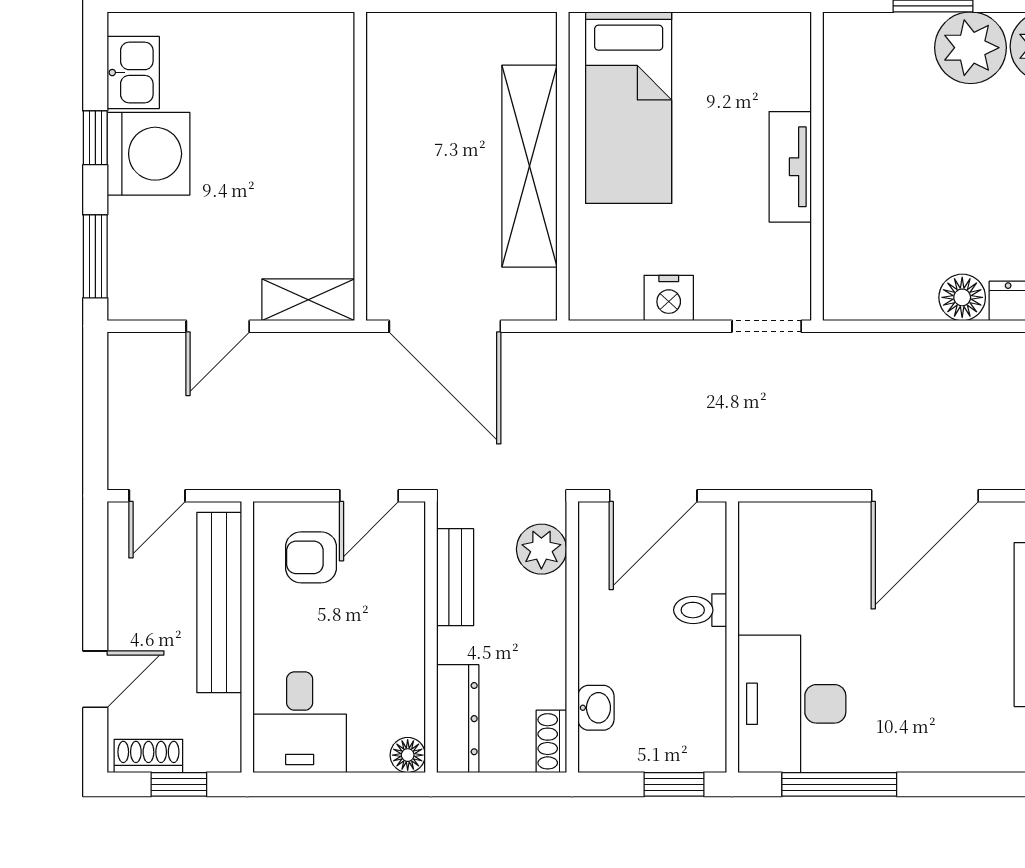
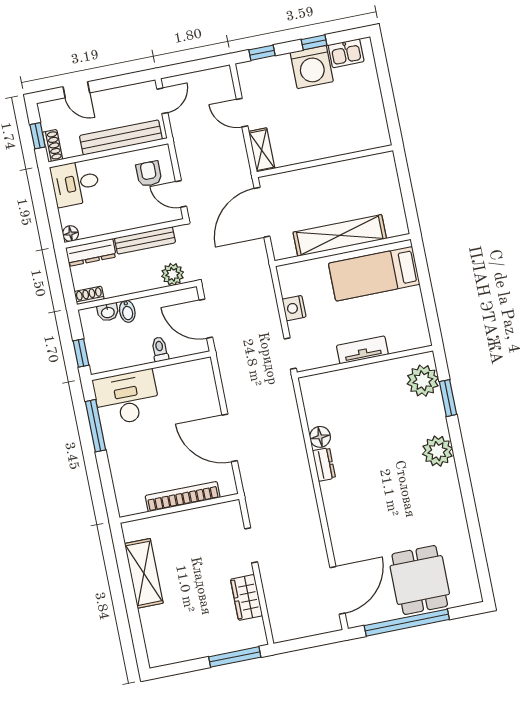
plant: (971, 48) -> (423, 381), moved
window: (95, 256) -> (262, 53), width x0.67
door: (157, 496) -> (162, 101), swing flipped
bench: (455, 577) -> (145, 240), width x1.36
bidet: (603, 665) -> (127, 311), added
shoe rack: (148, 756) -> (53, 146), moved

